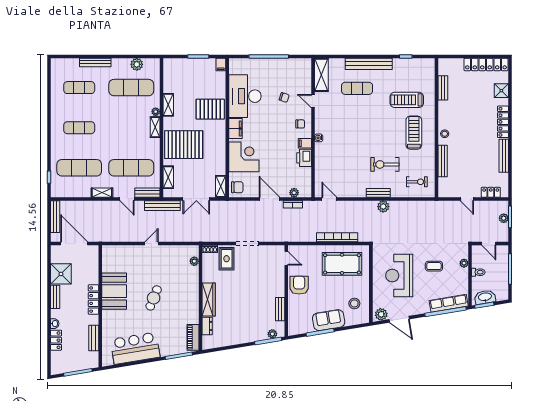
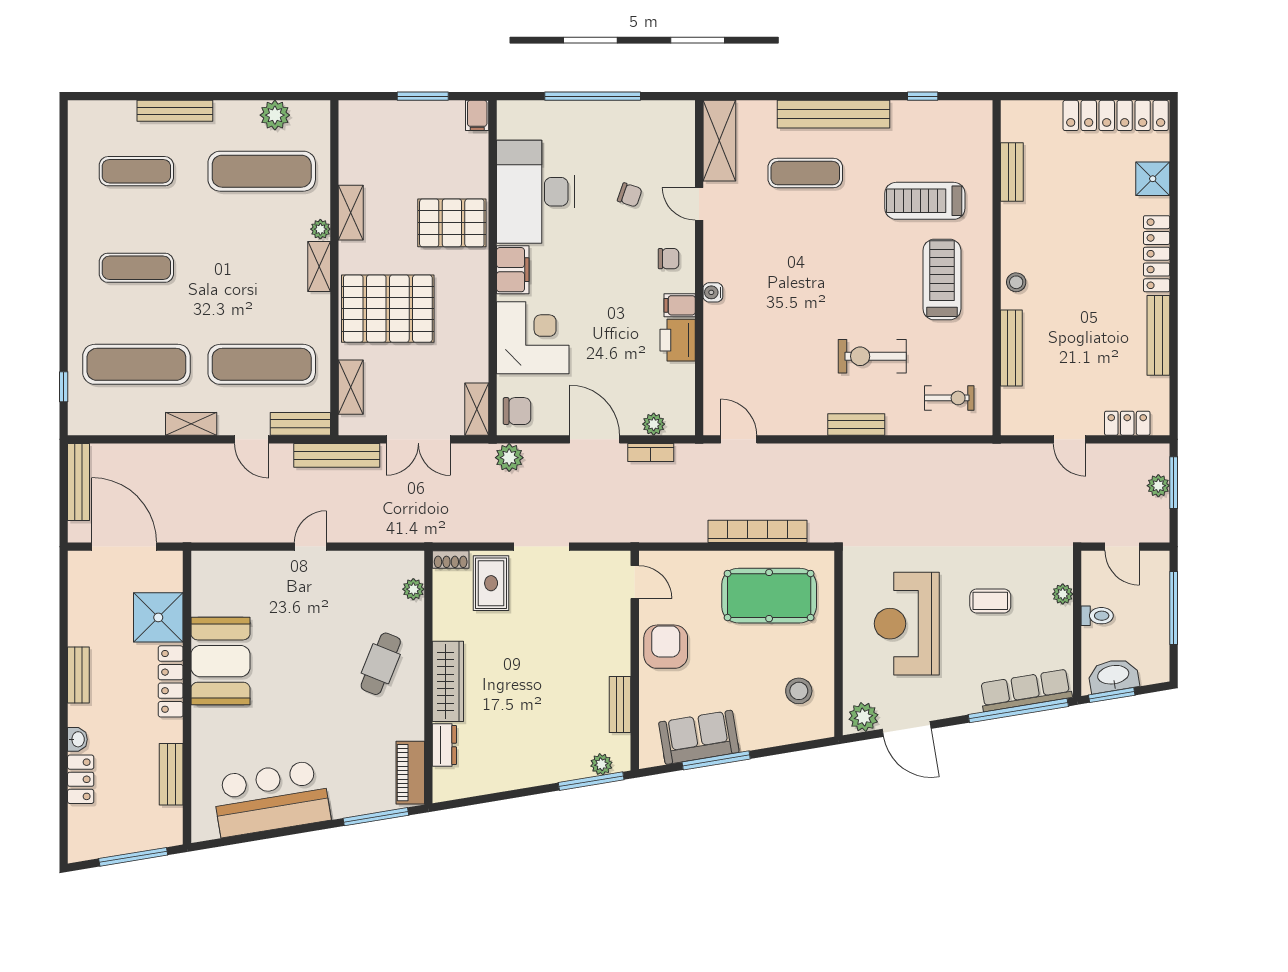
plant: (383, 207) -> (509, 458), moved
shower: (61, 274) -> (158, 617), moved
cafe table: (154, 298) -> (381, 664), moved
sofa: (329, 320) -> (699, 737), moved

